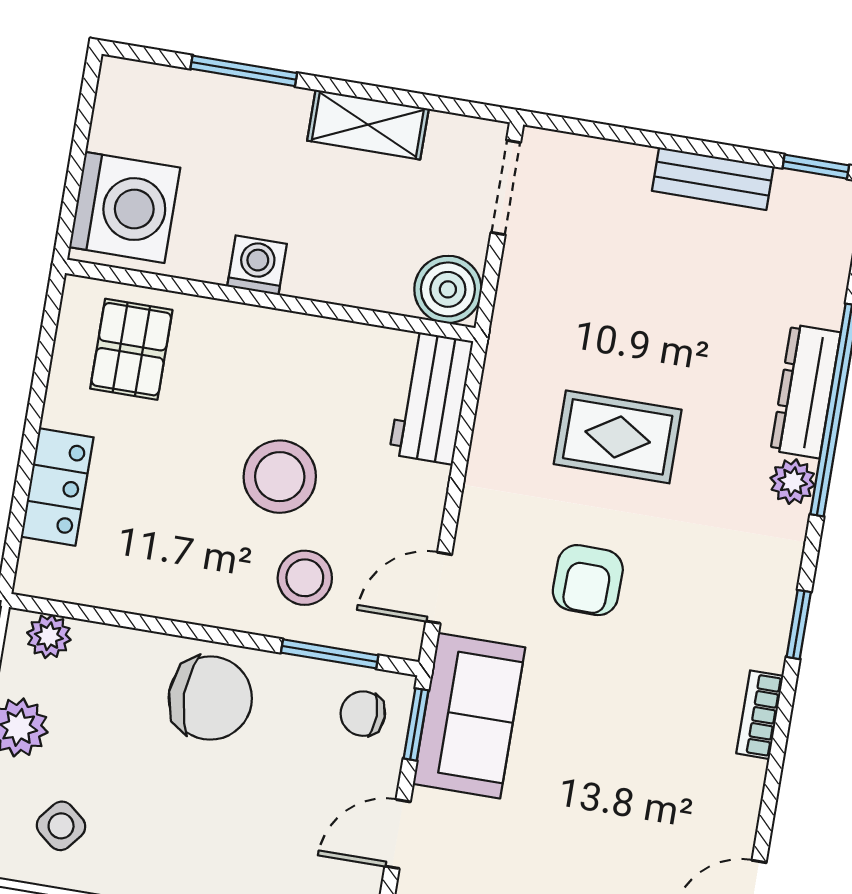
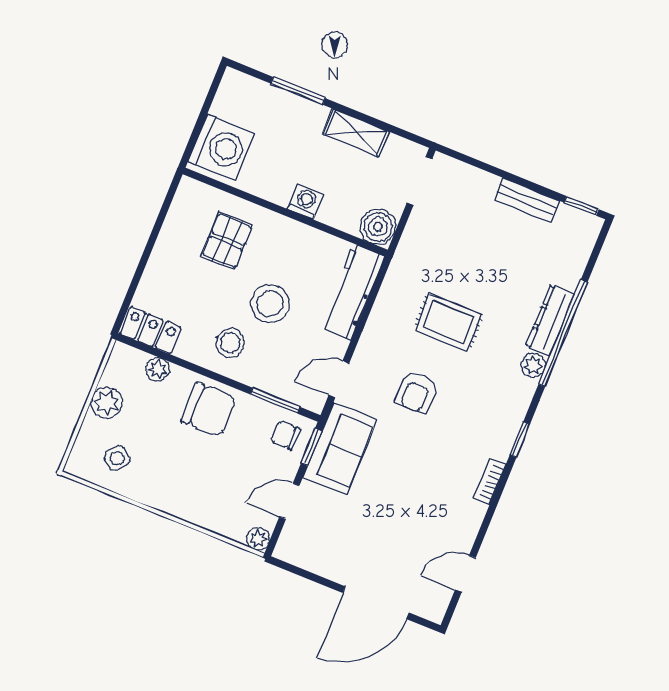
washing machine: (257, 265) -> (305, 202), moved
pallet: (131, 349) -> (227, 241), moved
workbench: (431, 398) -> (352, 292), width x1.38
locker: (57, 487) -> (151, 330), moved, turned -90
stool: (305, 578) -> (230, 343), moved
plant: (49, 636) -> (158, 369), moved

